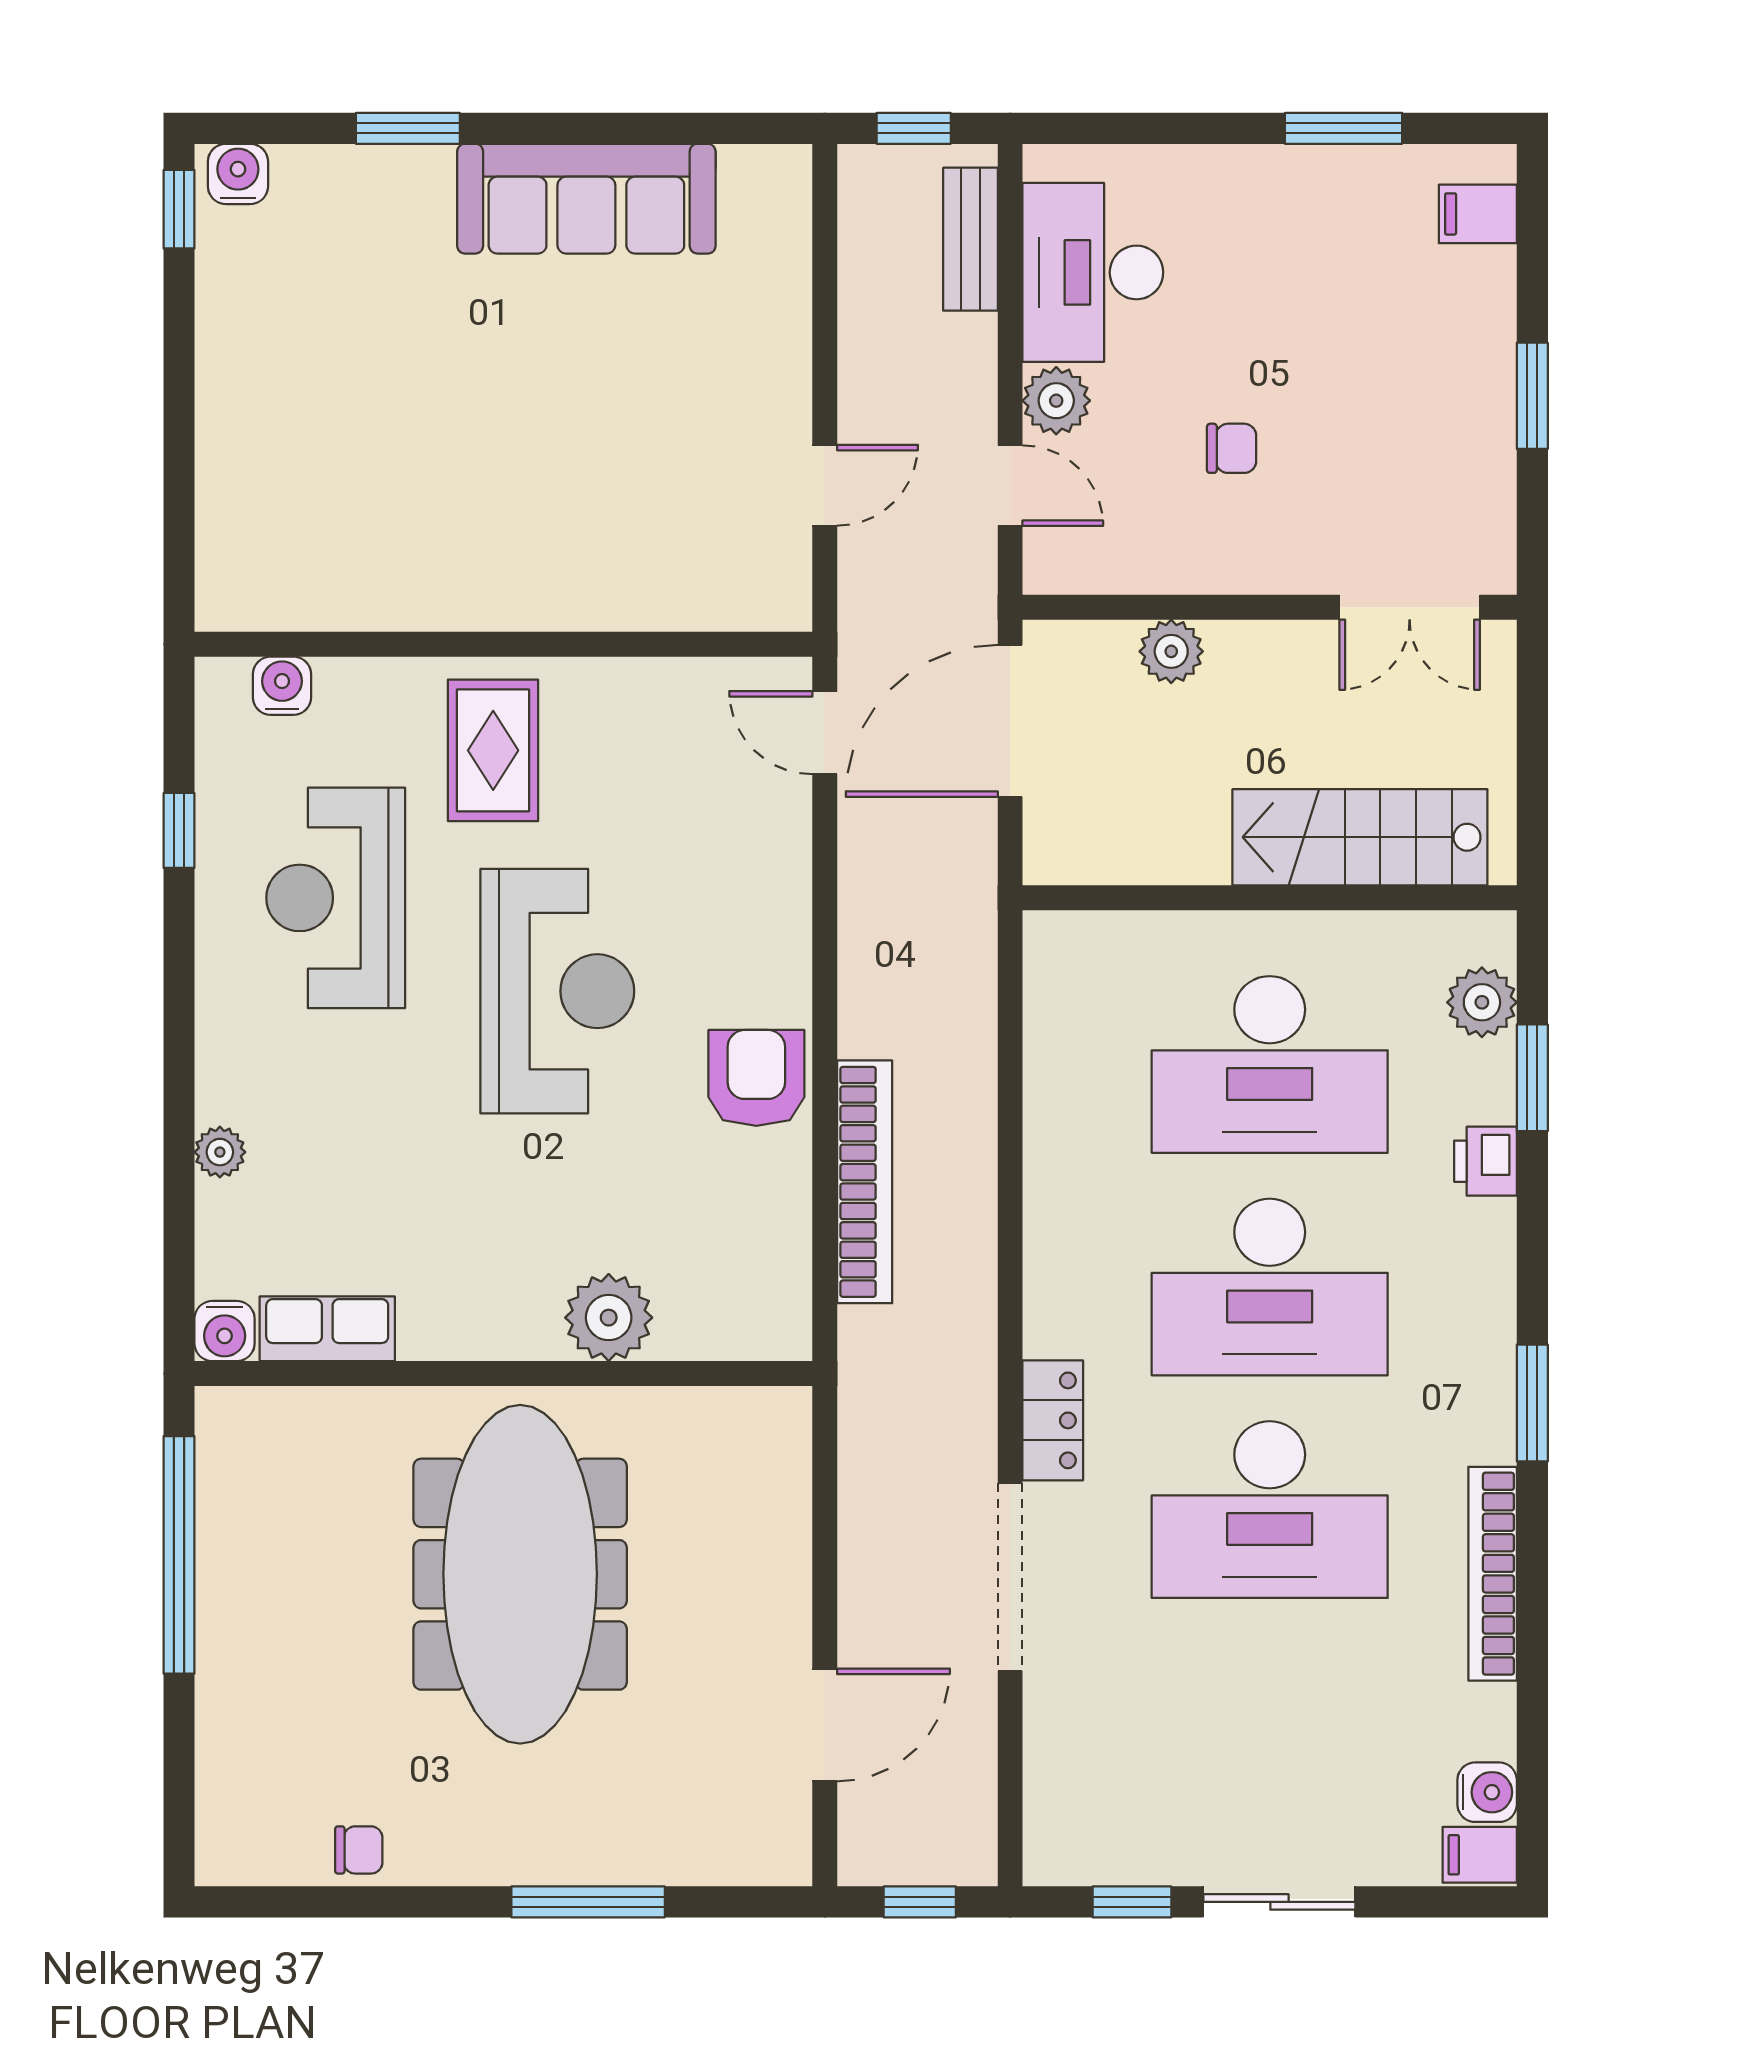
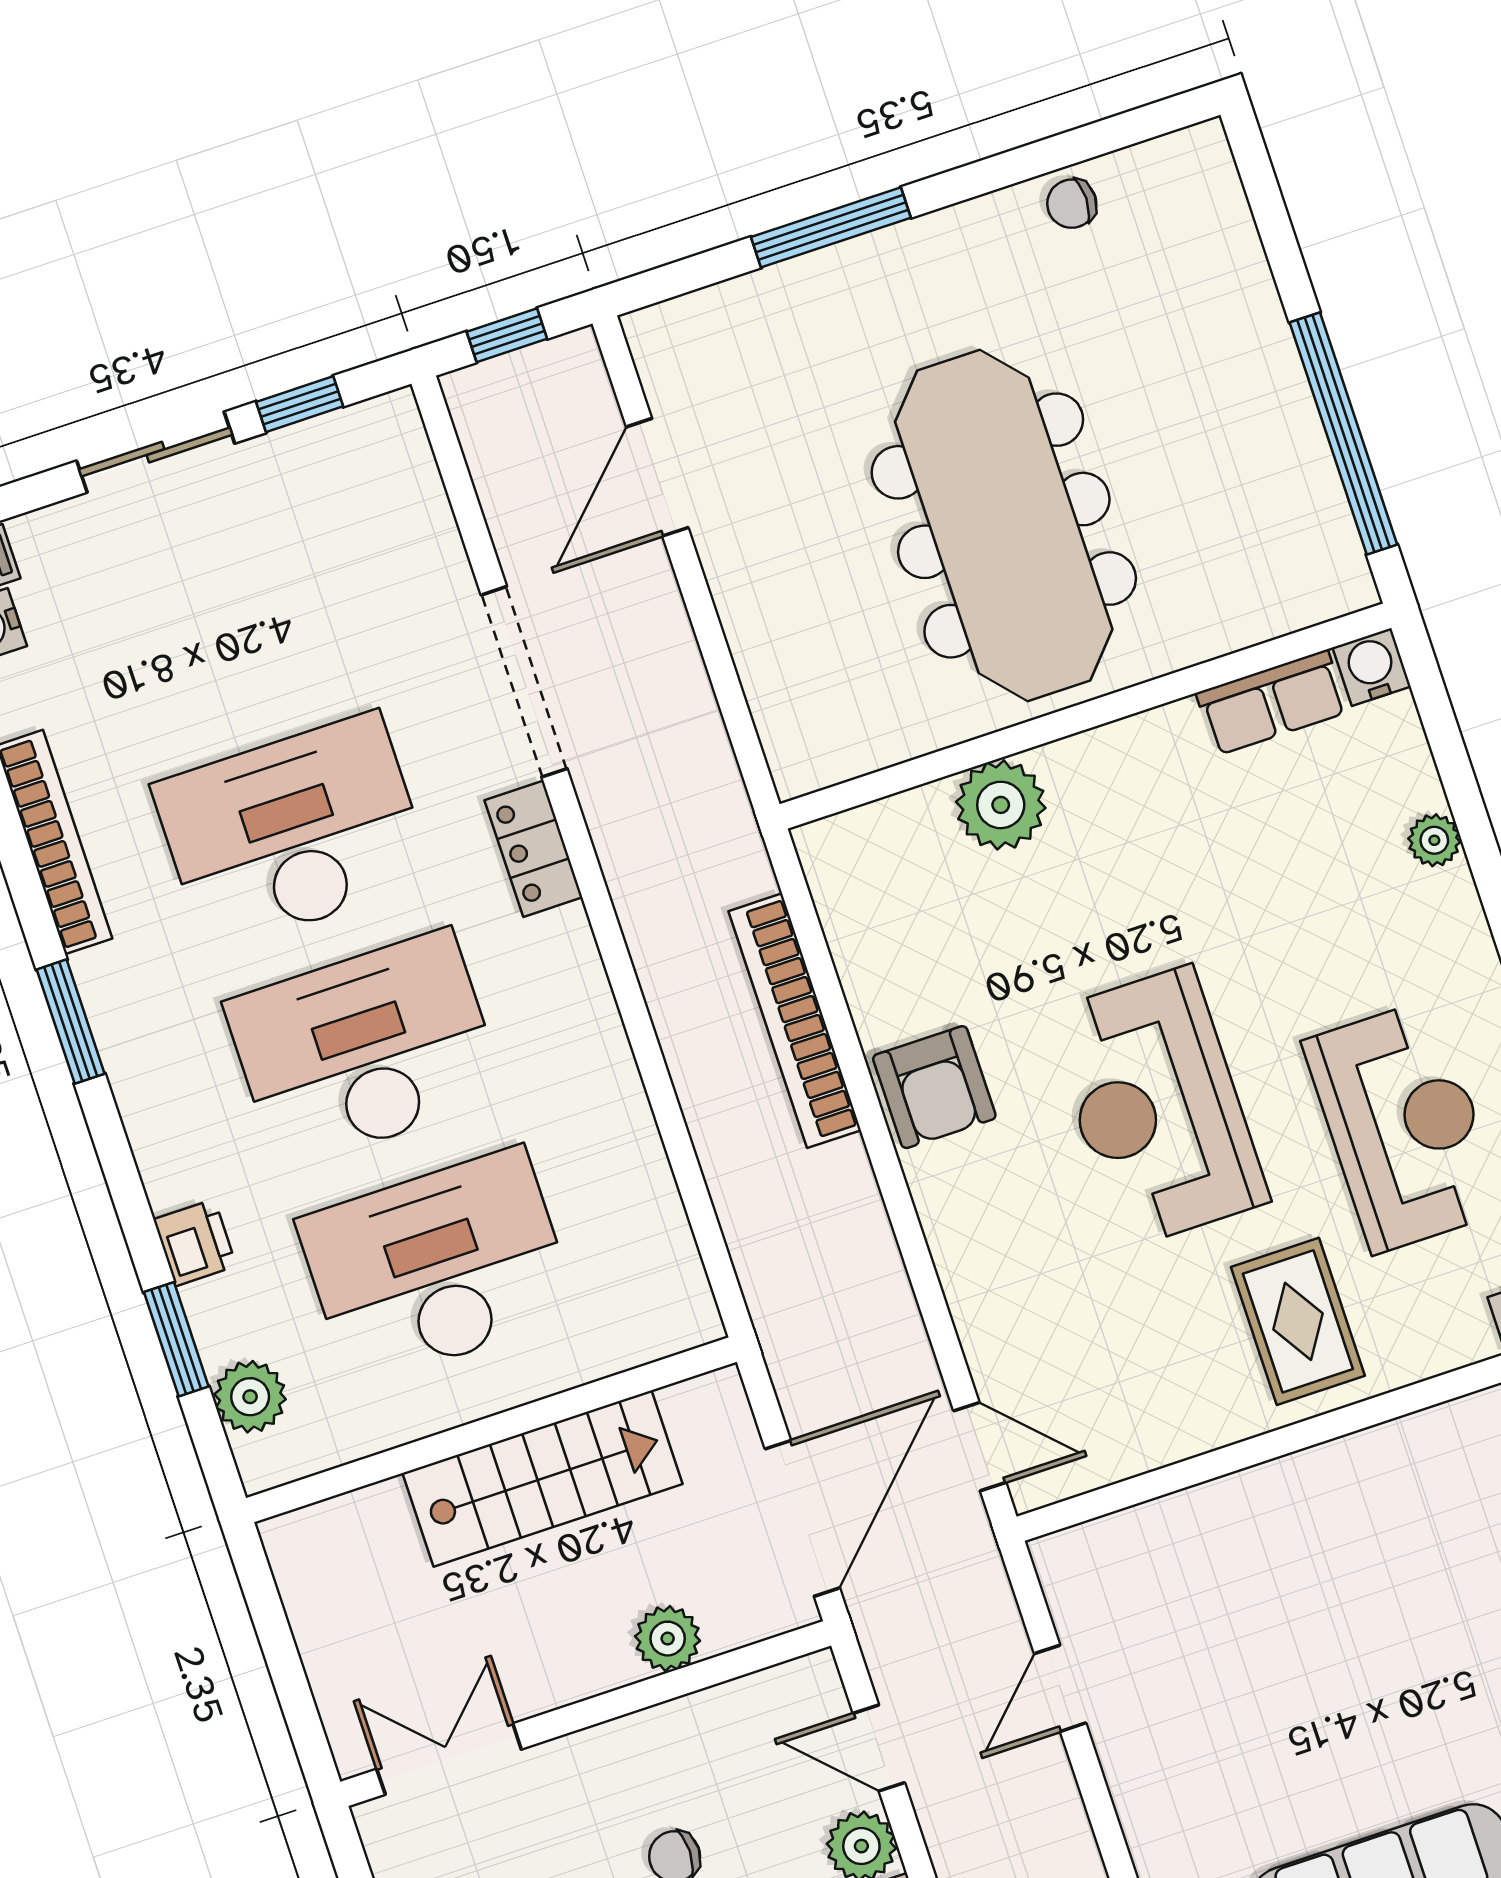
stairs: (1360, 837) -> (543, 1478), moved

